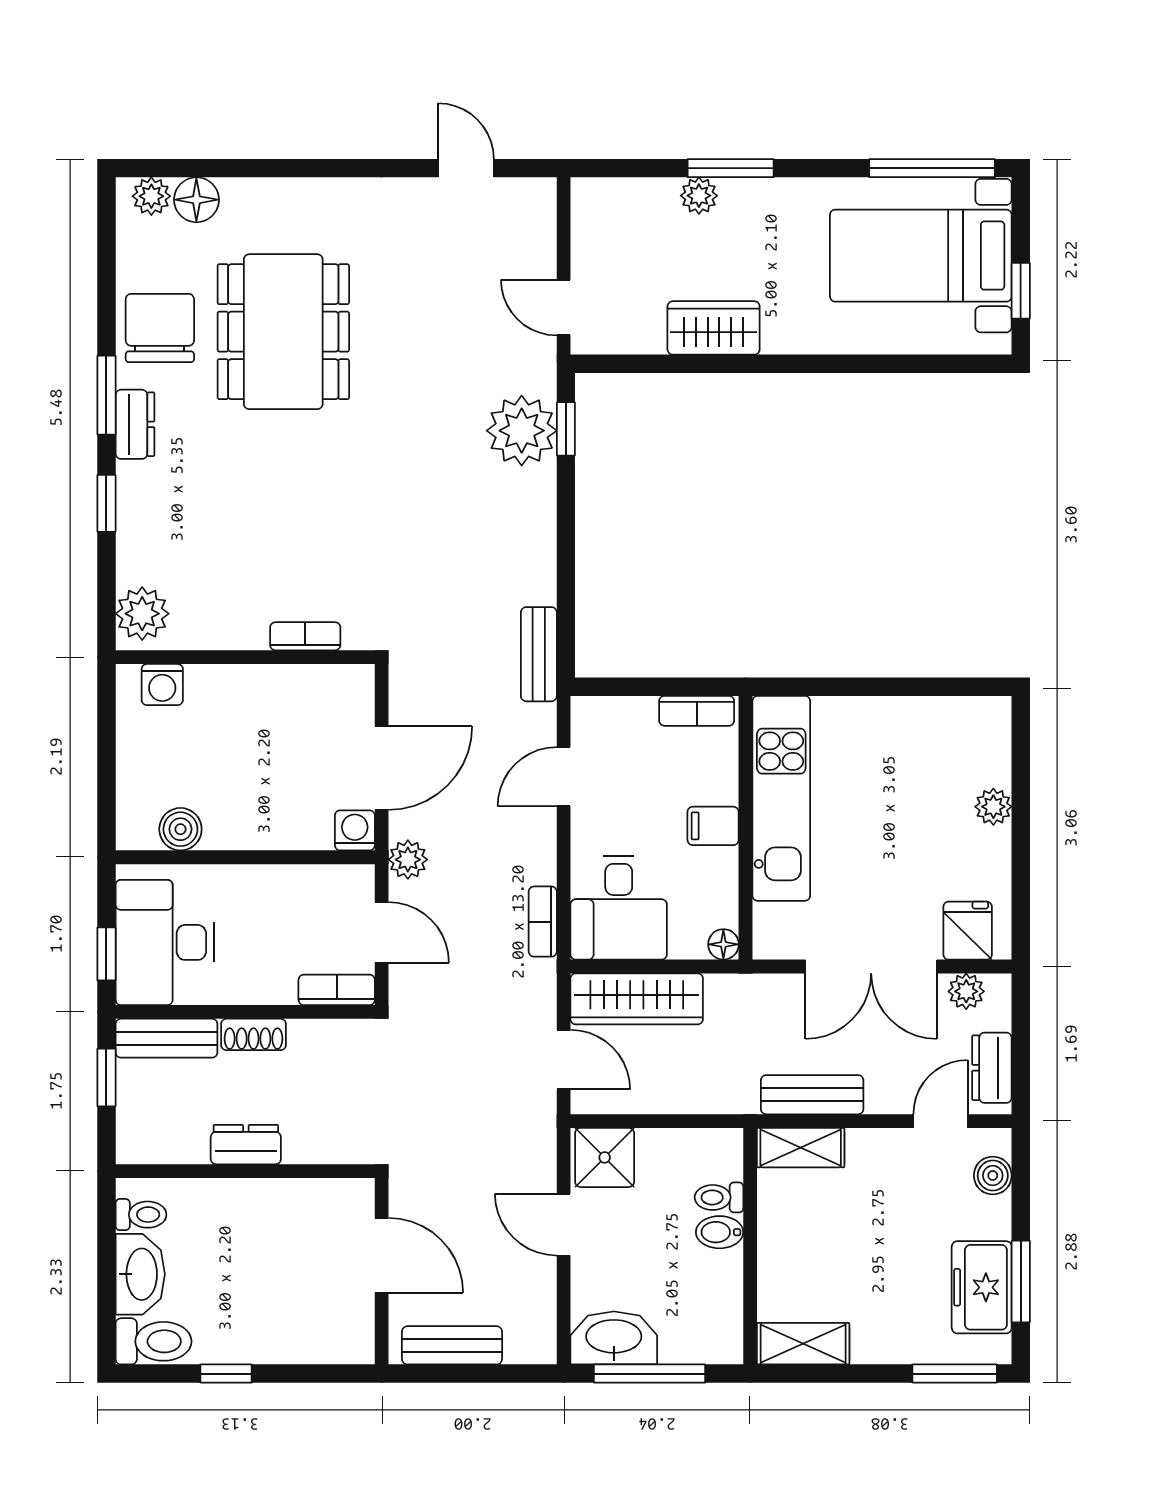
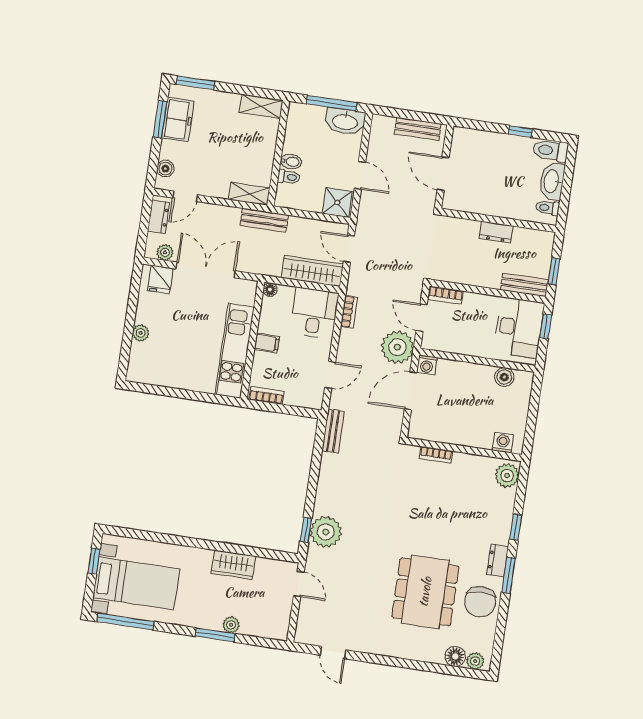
plant: (408, 860) -> (397, 347), width x1.88, depth x1.88
shoe rack: (254, 1034) -> (485, 281), removed
bench: (812, 1095) -> (264, 220), moved

